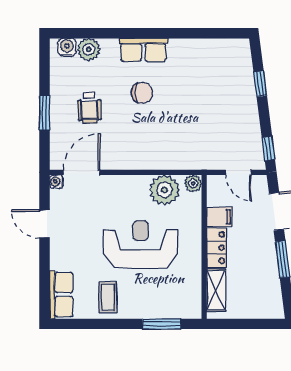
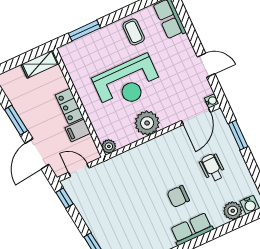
window: (45, 113) -> (238, 135), moved
plant: (164, 190) -> (147, 123), moved
shelving: (216, 290) -> (40, 64), moved, turned 90

